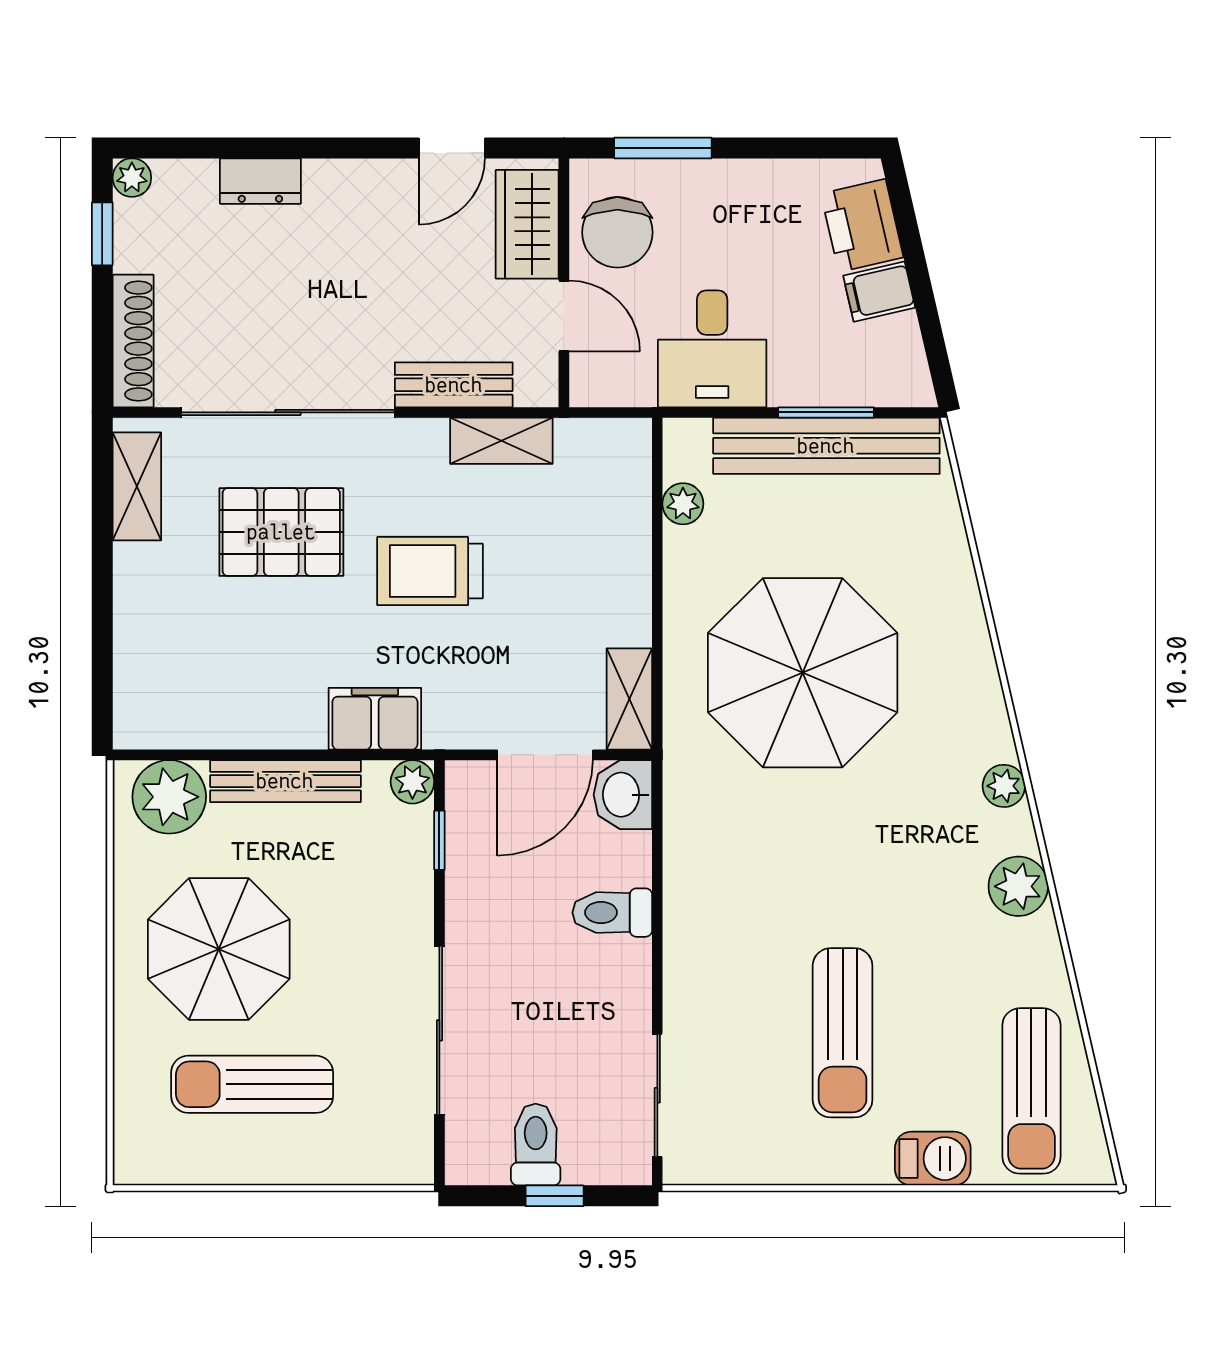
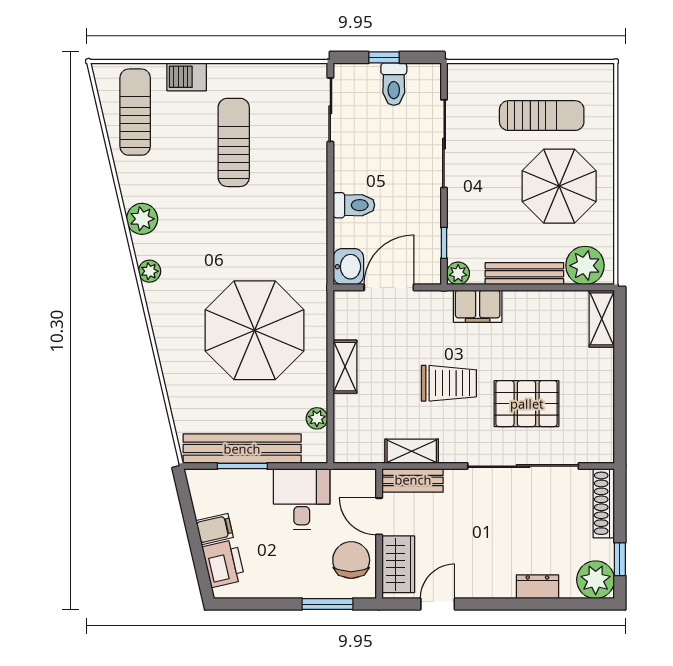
plant: (132, 178) -> (596, 580), width x1.88, depth x1.88
bench: (454, 385) -> (413, 480), moved
shelving: (137, 486) -> (602, 319), moved
shelving: (629, 699) -> (345, 367), moved

